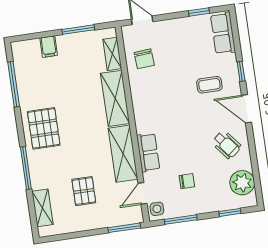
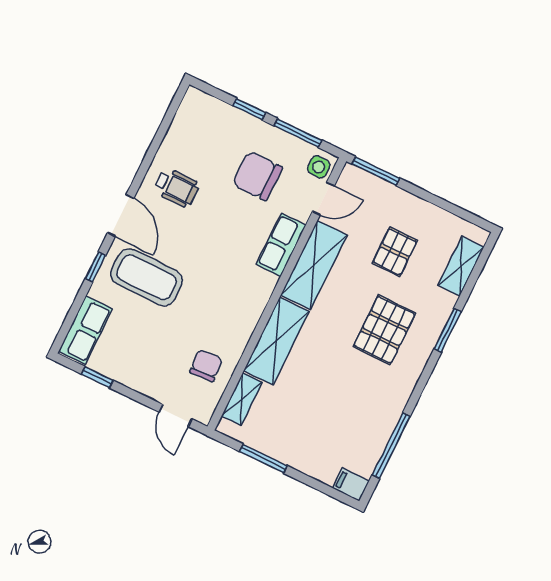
filing cabinet: (49, 47) -> (351, 484), moved, turned -90
coffee table: (209, 85) -> (147, 277), width x1.86, depth x1.72
pallet: (44, 128) -> (384, 330), moved
wheelchair: (227, 145) -> (176, 188), turned 129
window: (26, 168) -> (448, 330), width x0.69
chair: (187, 181) -> (257, 176), width x1.87, depth x1.87
plant: (242, 183) -> (189, 126), removed
window: (230, 212) -> (249, 109), moved

